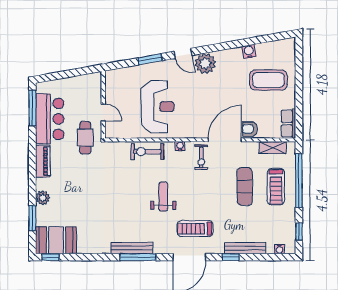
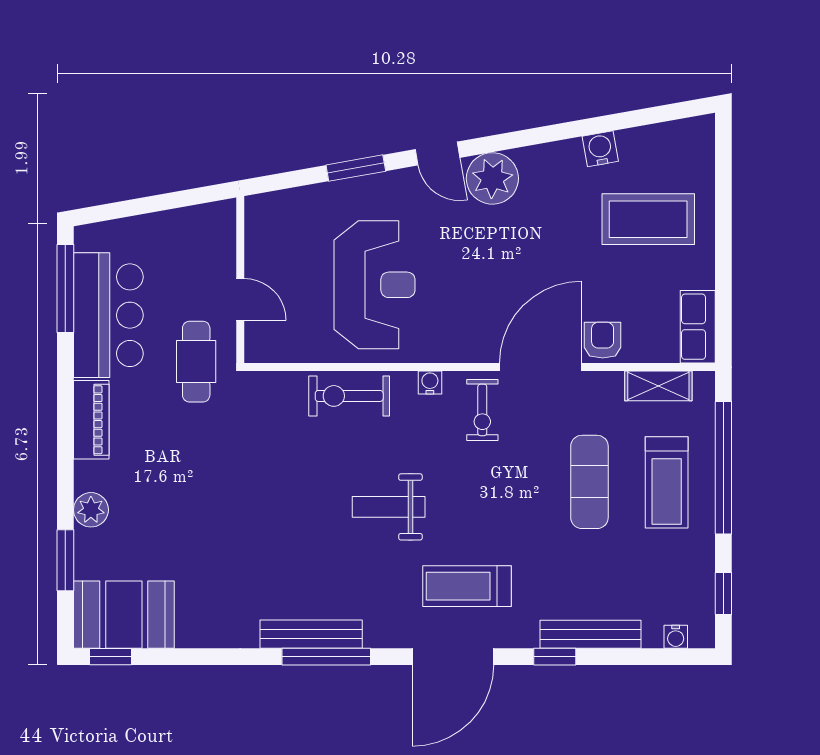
armchair: (250, 129) -> (603, 340), turned 90
weight bench: (163, 197) -> (389, 507), turned -90

